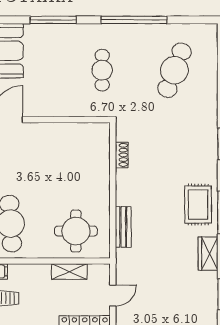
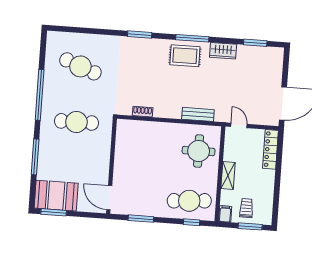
cafe table: (102, 70) -> (76, 122), width x1.37, depth x1.35
shelving: (69, 272) -> (228, 175), moved
door: (113, 296) -> (239, 125), moved

